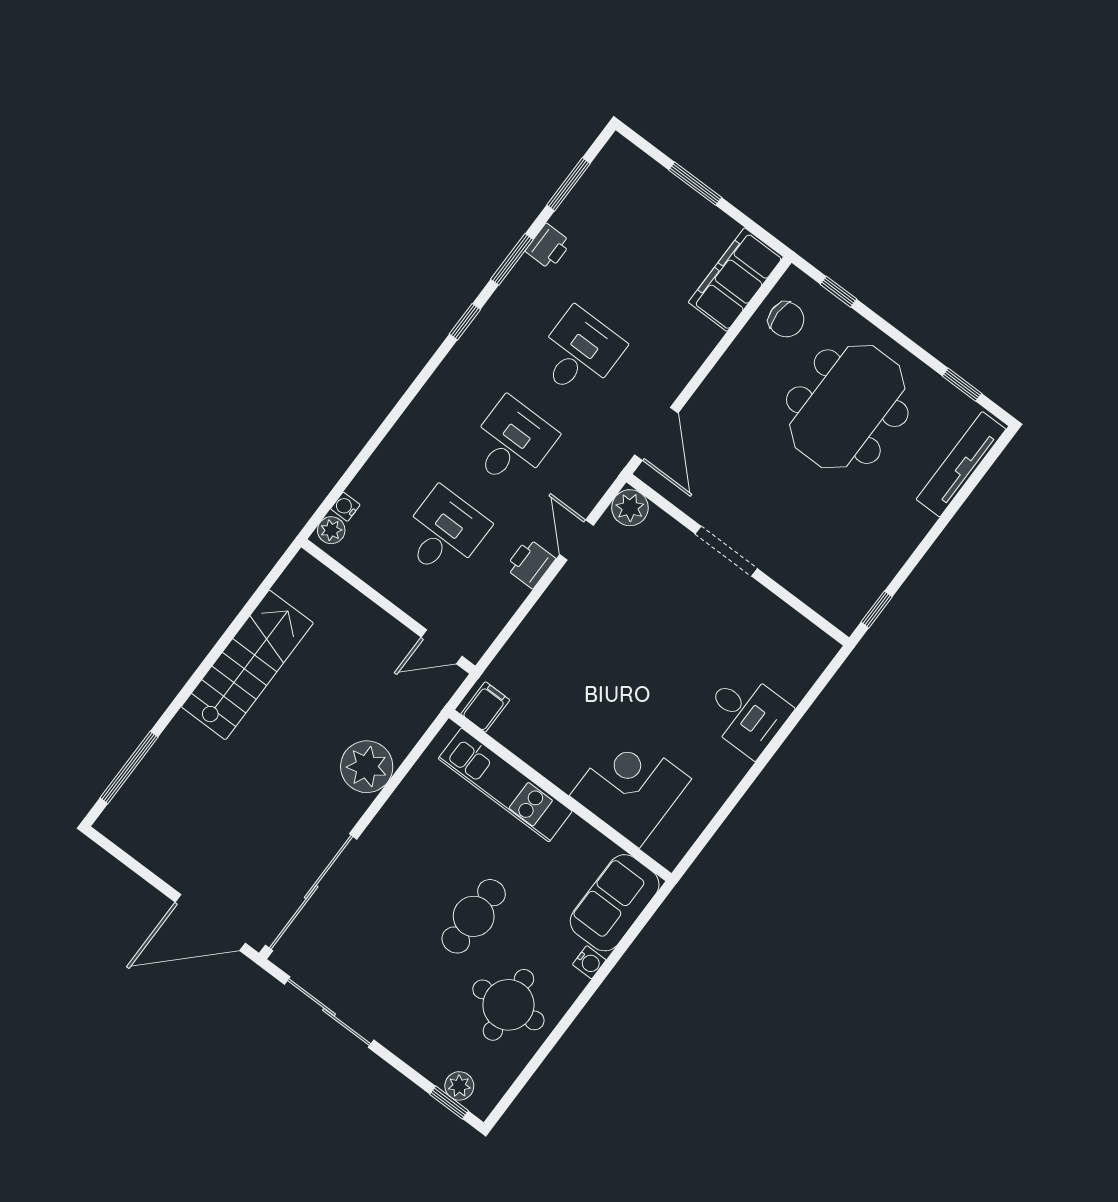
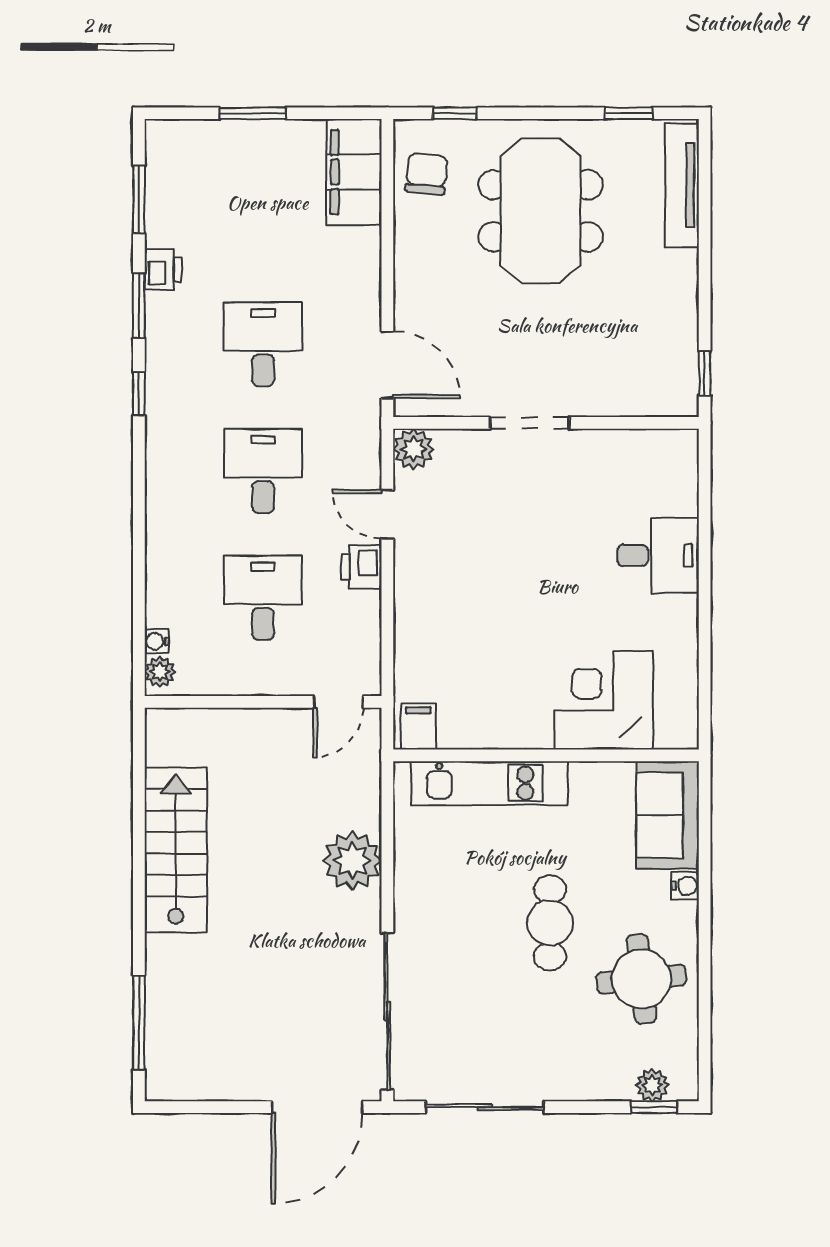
chair: (786, 320) -> (427, 174), turned -84

